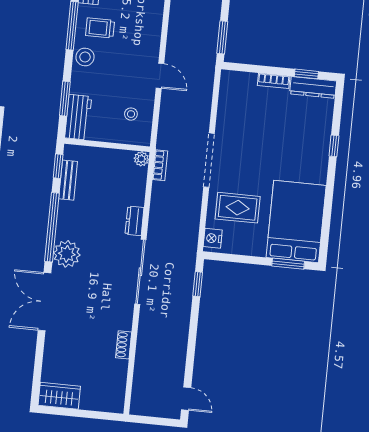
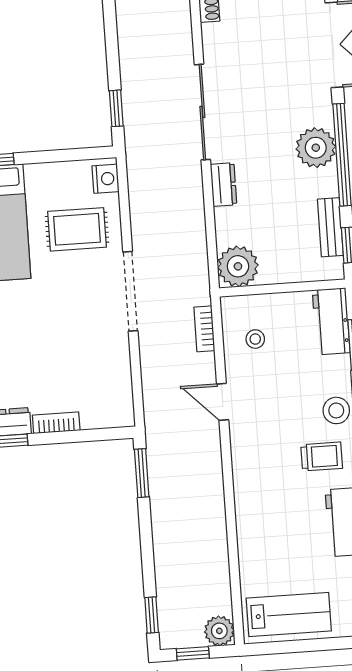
plant: (141, 159) -> (238, 266), width x1.88, depth x1.88
bookcase: (160, 165) -> (204, 329), moved
plant: (67, 254) -> (316, 148), moved

